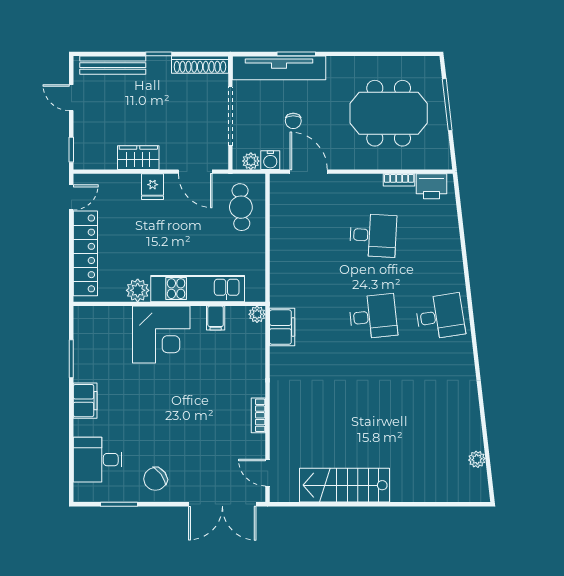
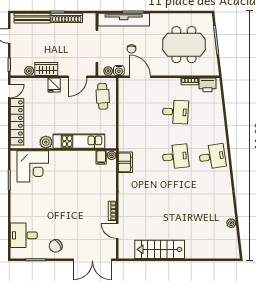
shoe rack: (200, 65) -> (67, 18), moved
plant: (107, 161) -> (29, 71), added
door: (195, 172) -> (78, 77), hinge flipped
filing cabinet: (216, 318) -> (101, 157), moved
corner desk: (161, 335) -> (33, 166), moved
filing cabinet: (85, 401) -> (17, 203), removed
plant: (477, 459) -> (231, 223), moved
door: (268, 473) -> (117, 231), moved

